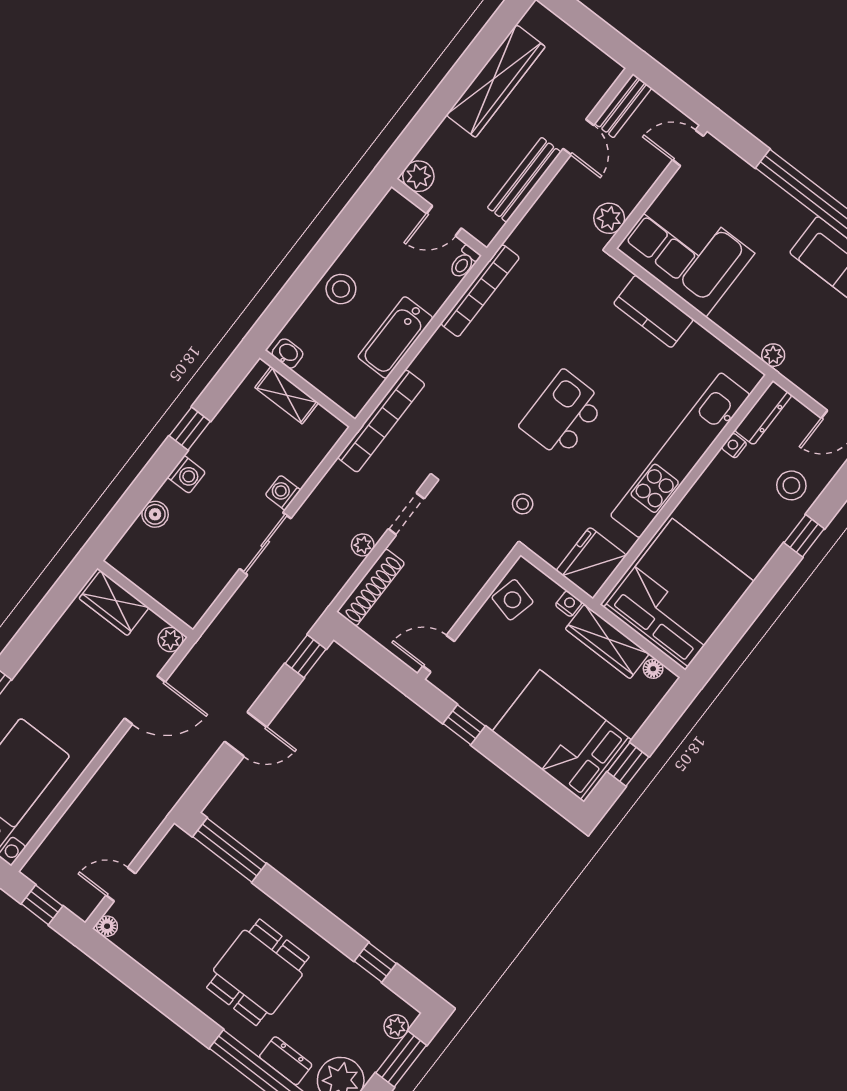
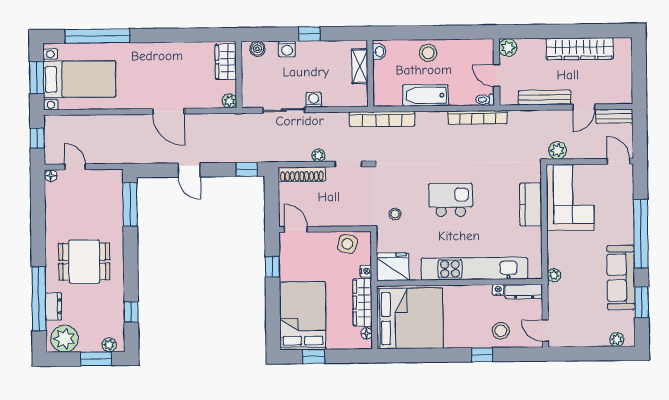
wall: (145, 599) -> (239, 75), moved
wardrobe: (114, 603) -> (226, 62), moved
plant: (170, 639) -> (229, 101), moved

